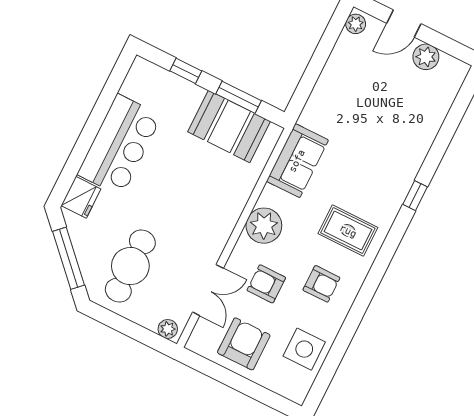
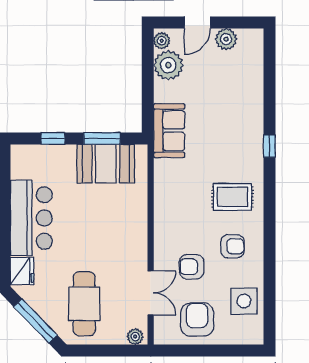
sofa: (297, 161) -> (169, 131), moved
plant: (264, 226) -> (168, 65), moved

